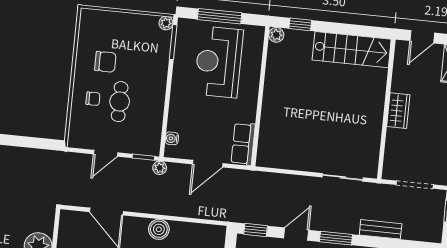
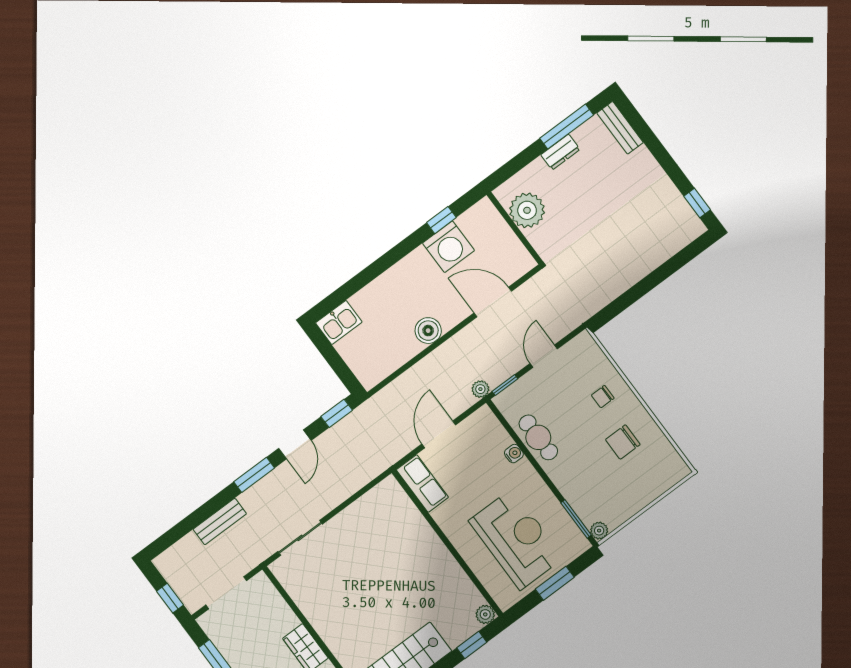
window: (220, 16) -> (555, 583), width x0.69
cafe table: (120, 102) -> (538, 437), moved
water cooler: (172, 138) -> (514, 454), moved

